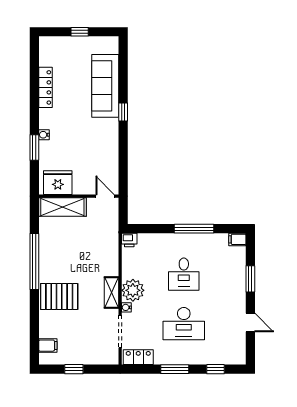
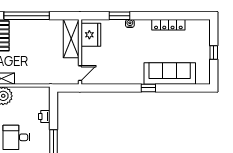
printer: (129, 240) -> (44, 117), moved

